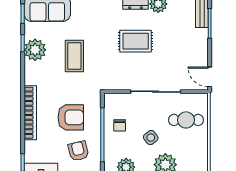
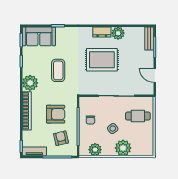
rug: (136, 41) -> (102, 60), width x1.36, depth x1.43
plant: (35, 50) -> (30, 83), moved
door: (210, 77) -> (155, 75), moved

